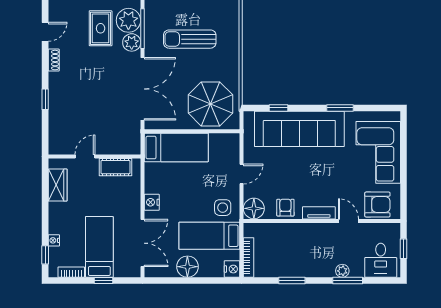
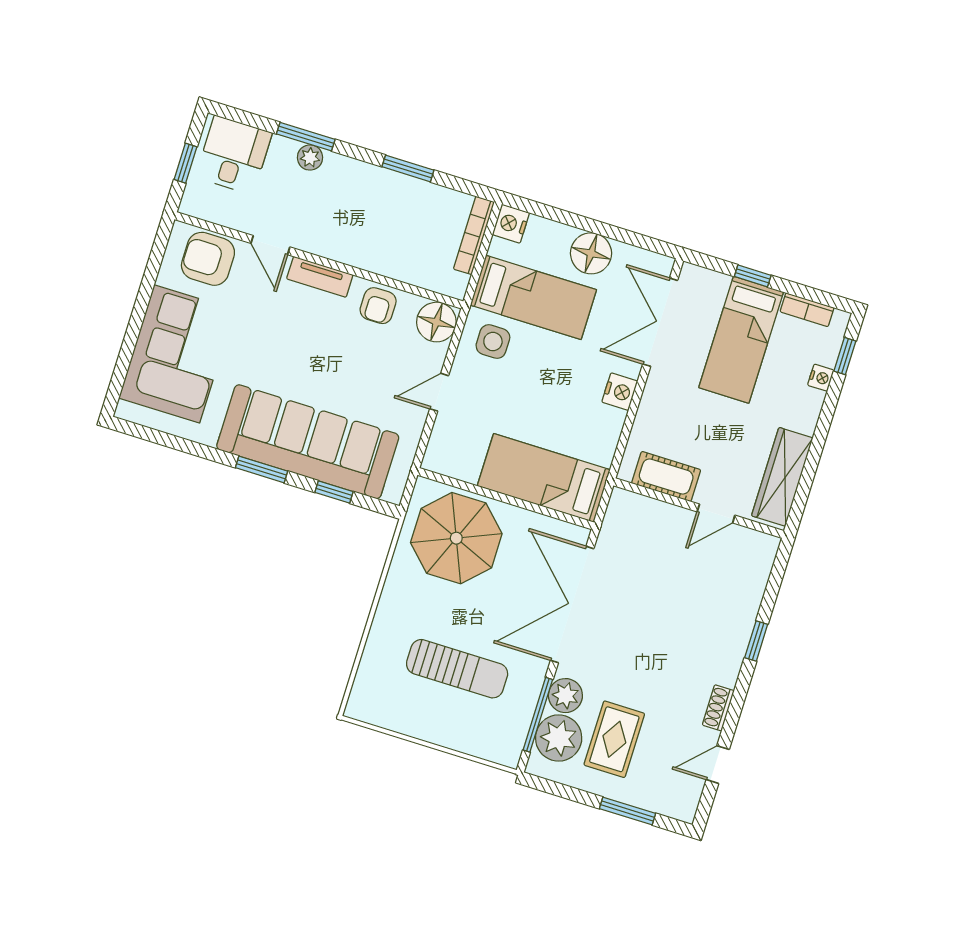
window: (340, 108) -> (262, 469), moved
wardrobe: (58, 185) -> (782, 477), width x1.50

